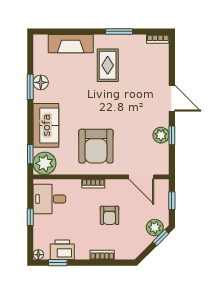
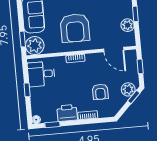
plant: (161, 135) -> (128, 25), moved
armchair: (110, 215) -> (100, 92), moved
printer: (62, 250) -> (67, 113), moved

